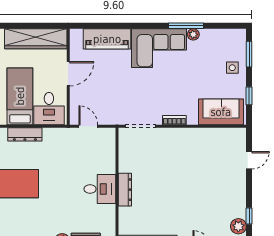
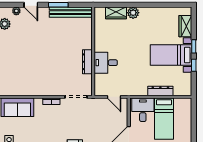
desk: (100, 189) -> (106, 63), moved
dresser: (125, 190) -> (87, 62), moved

